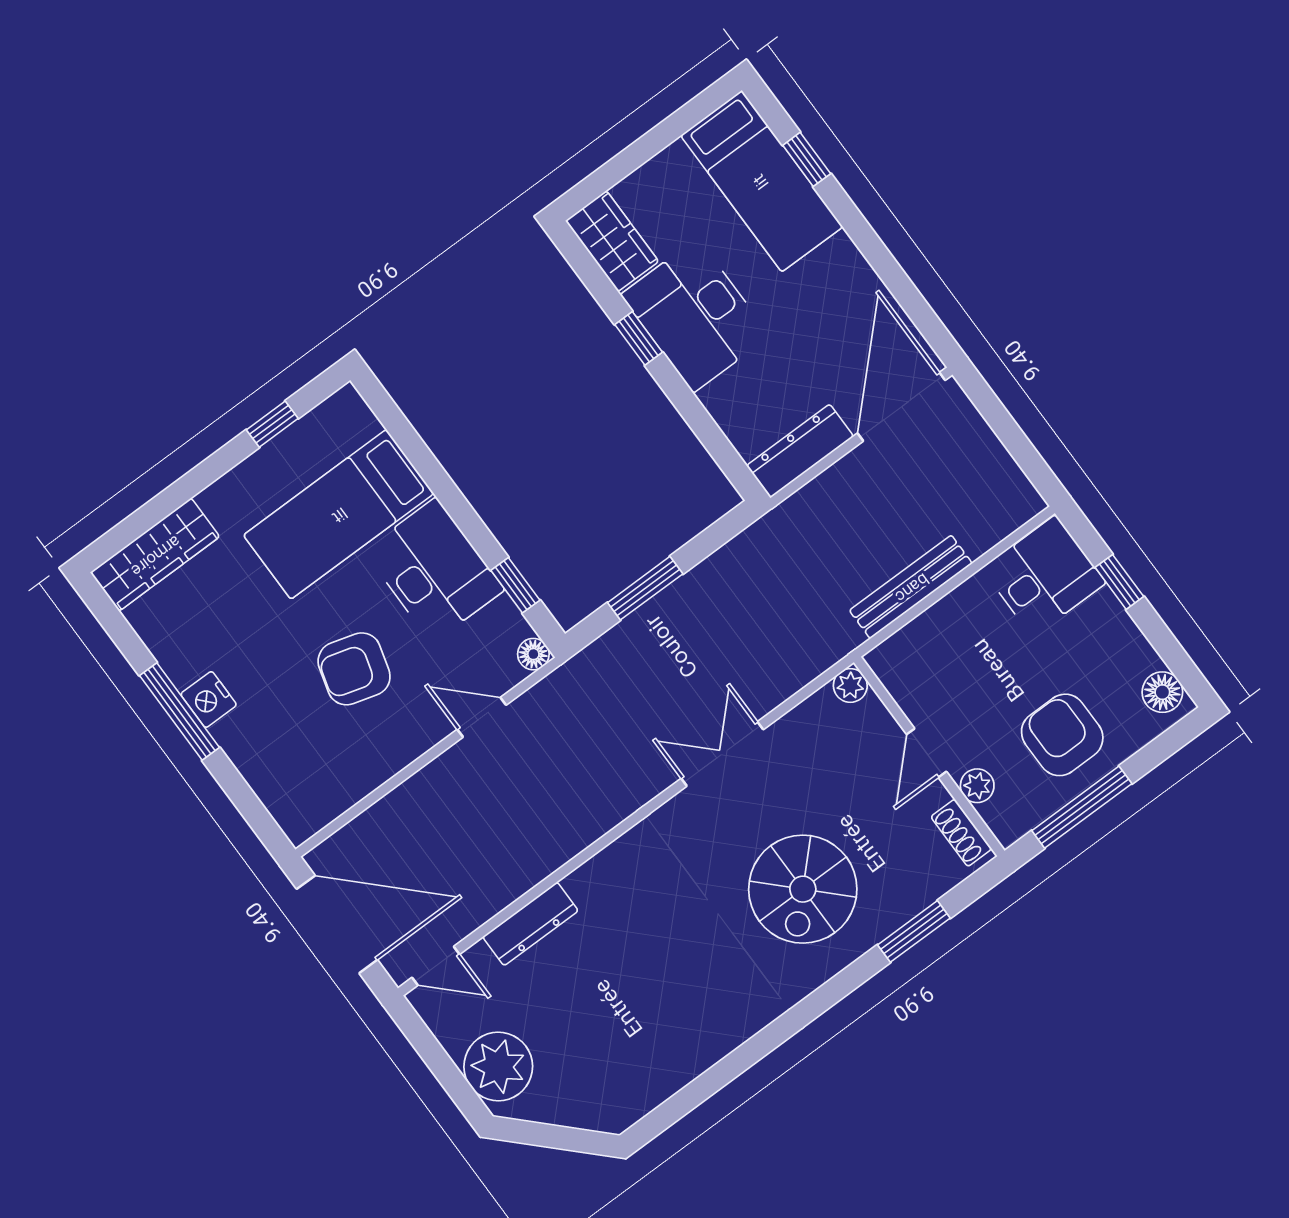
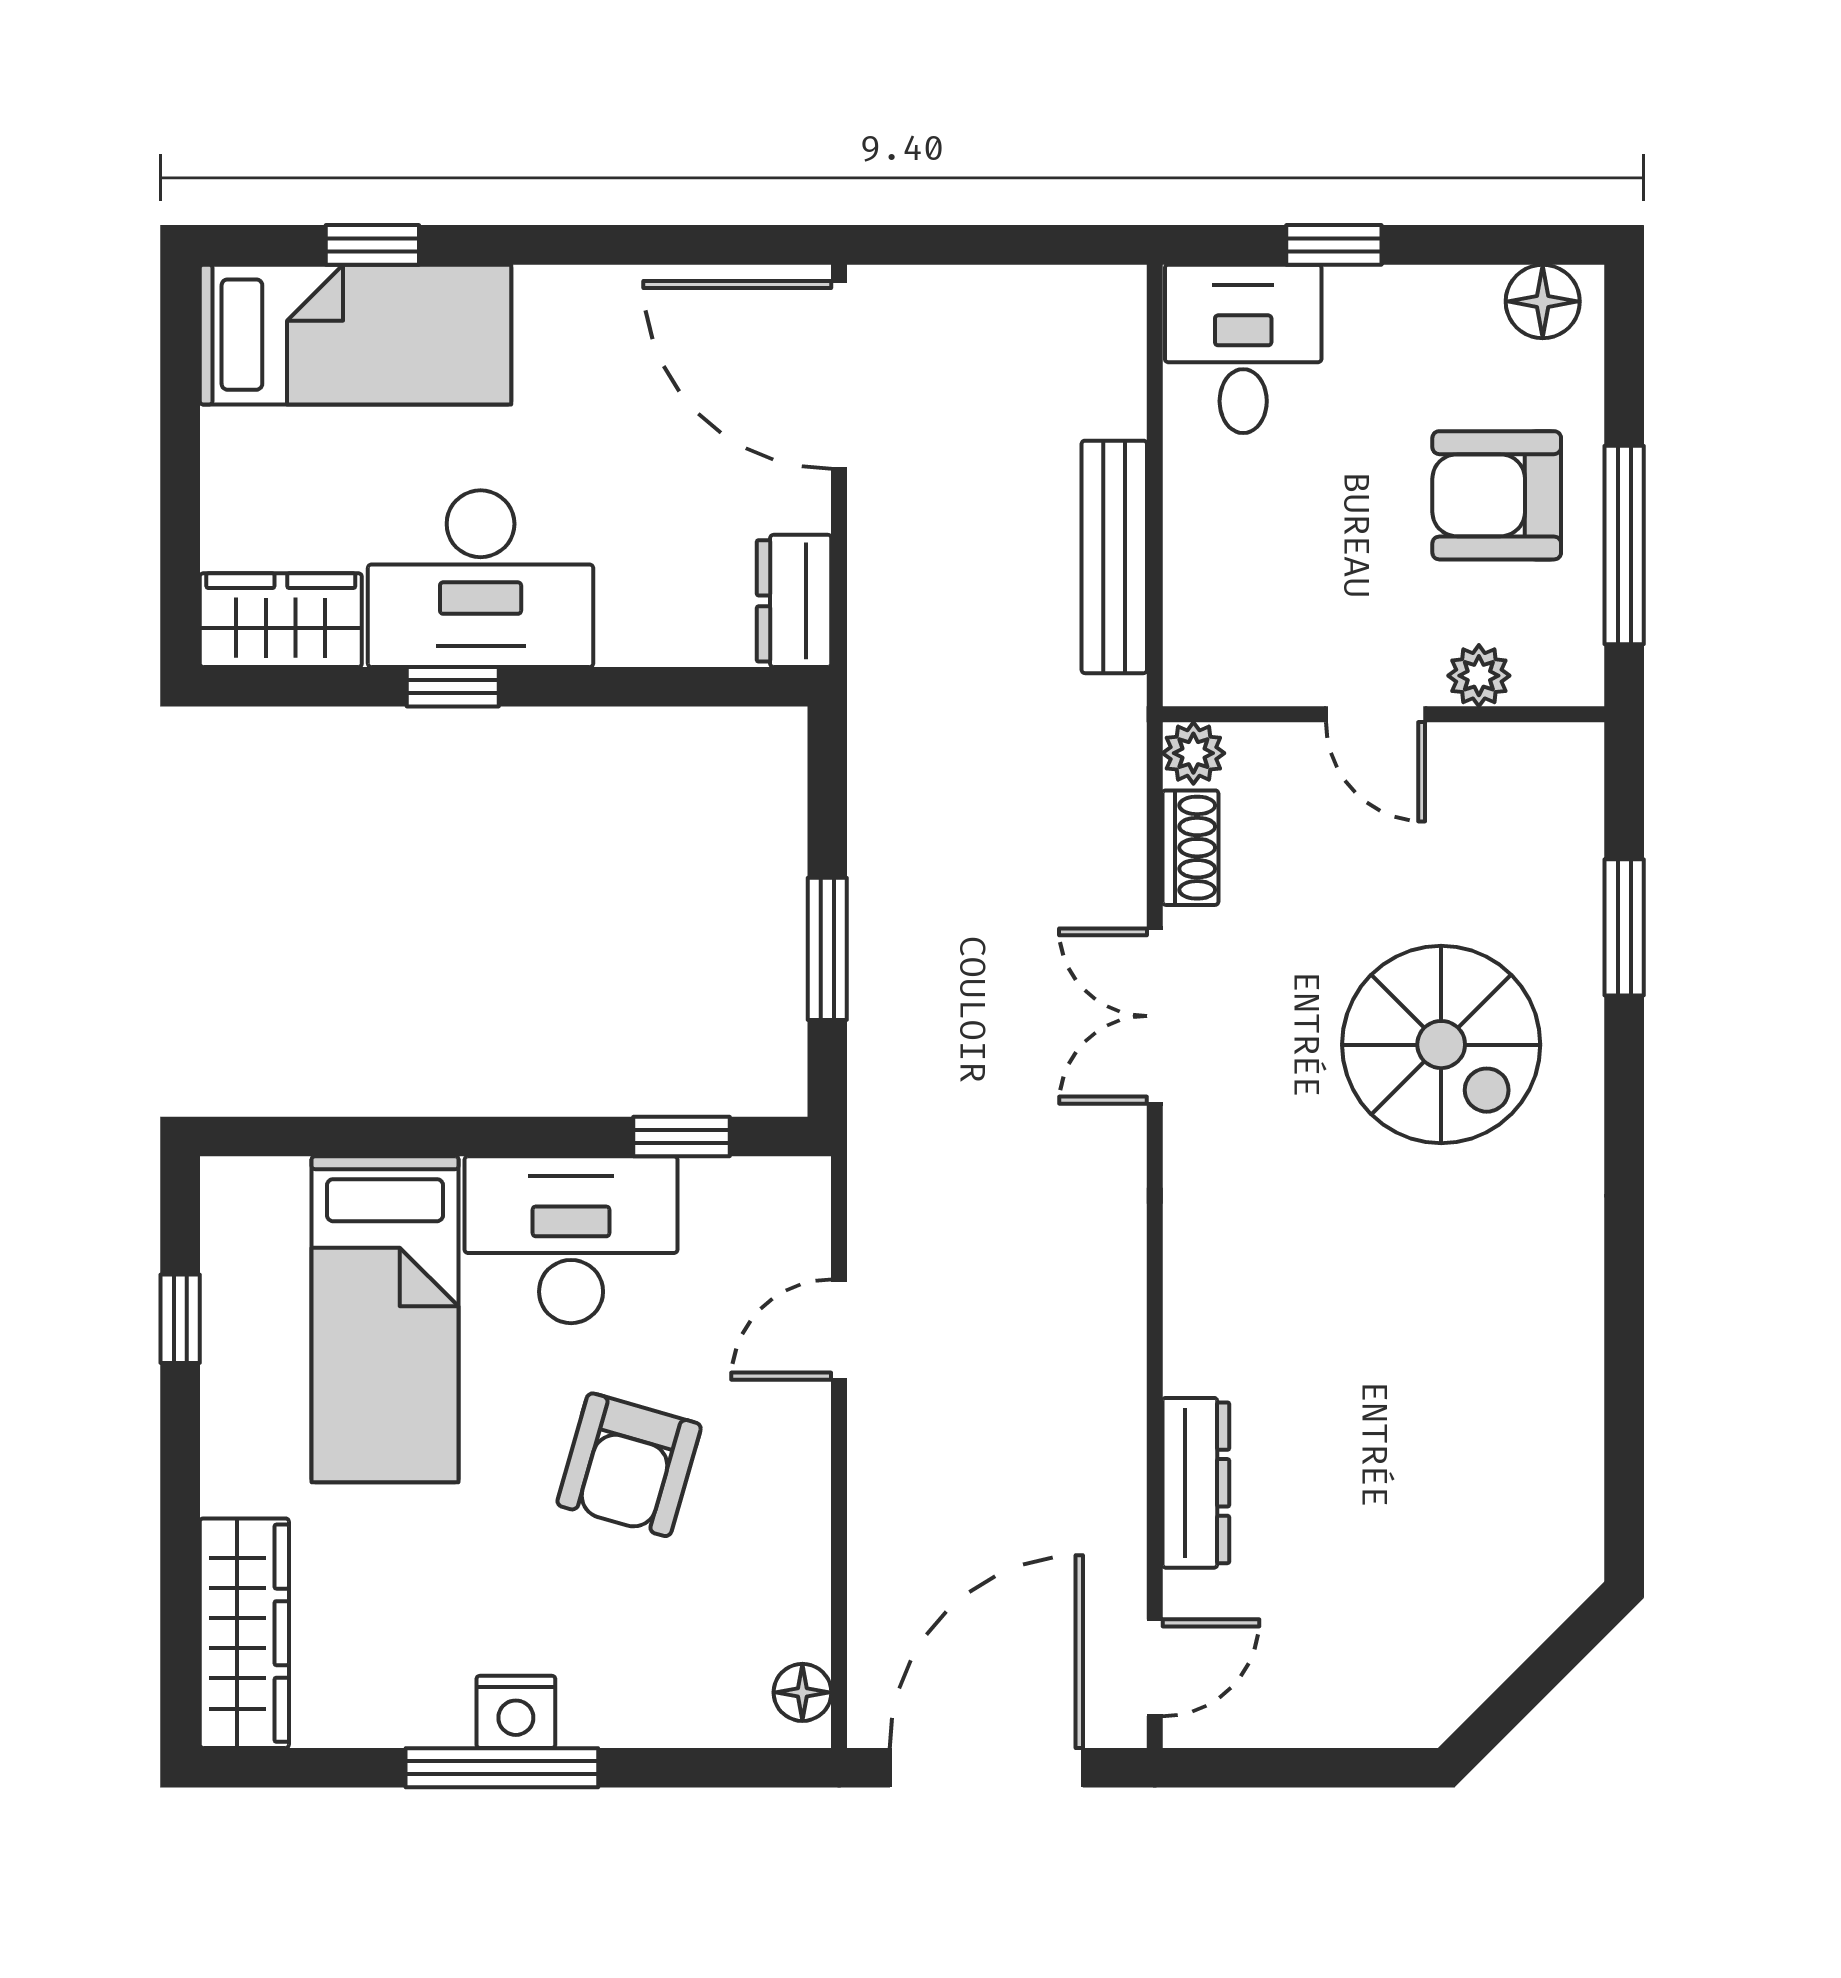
dresser: (800, 451) -> (794, 601), width x0.70
floor lamp: (533, 654) -> (802, 1692), moved
shoe rack: (961, 833) -> (1190, 848), moved, turned -90
plant: (498, 1066) -> (1371, 1685), removed

